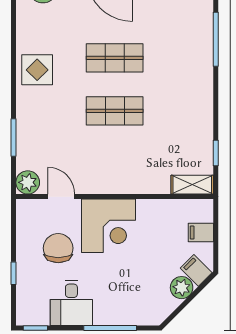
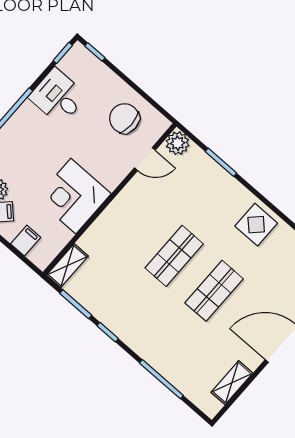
window: (216, 111) -> (108, 332), added
window: (216, 153) -> (76, 304), width x1.50
corner desk: (109, 226) -> (73, 196), moved
chair: (58, 248) -> (124, 118), moved, turned 180
window: (14, 273) -> (95, 52), moved

